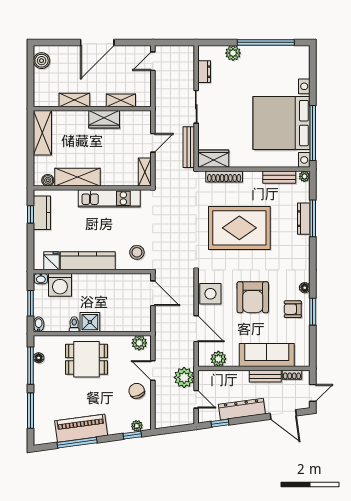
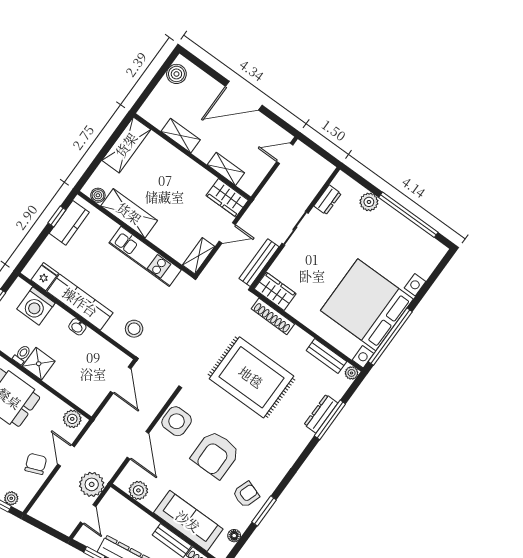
wardrobe: (104, 119) -> (227, 198), moved
washbasin: (41, 279) -> (77, 327), moved
floor lamp: (305, 288) -> (234, 536), moved
armchair: (293, 309) -> (246, 494), turned 109

